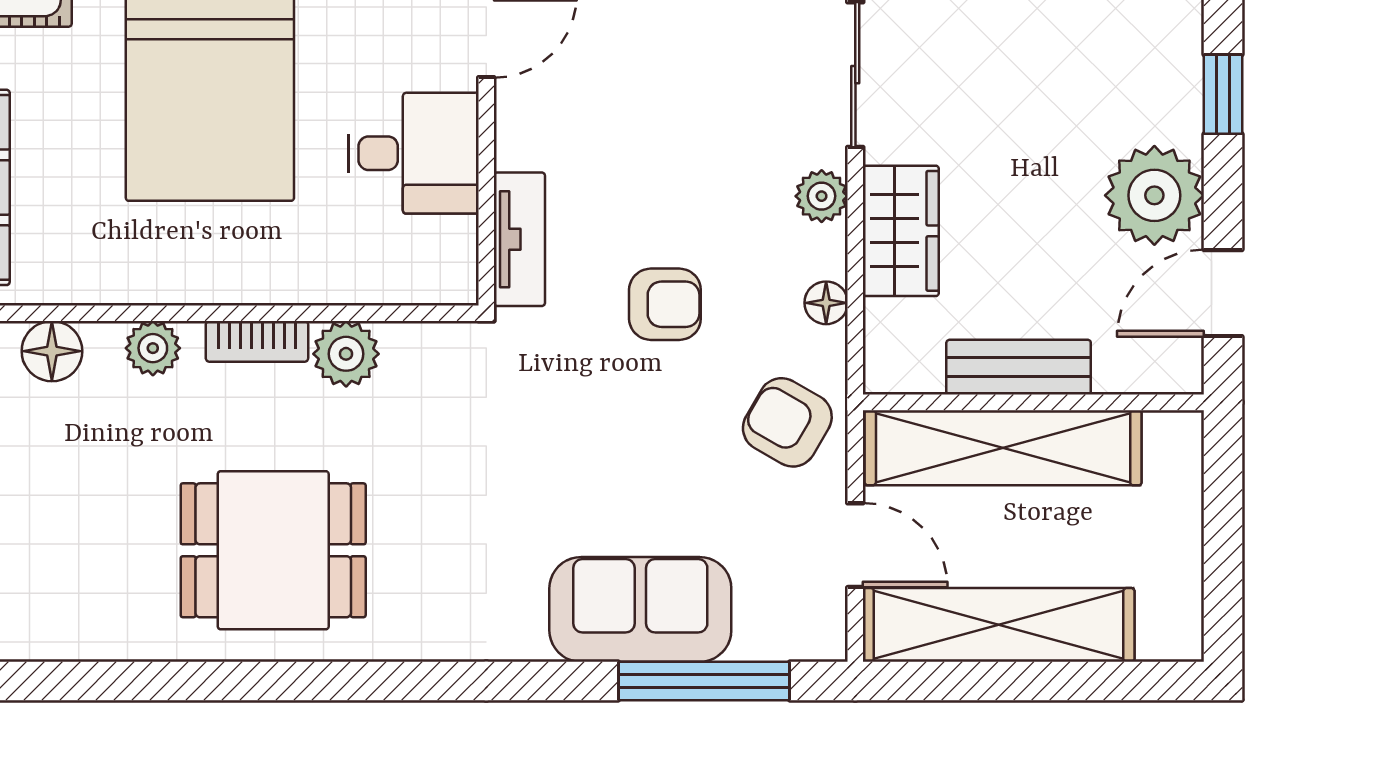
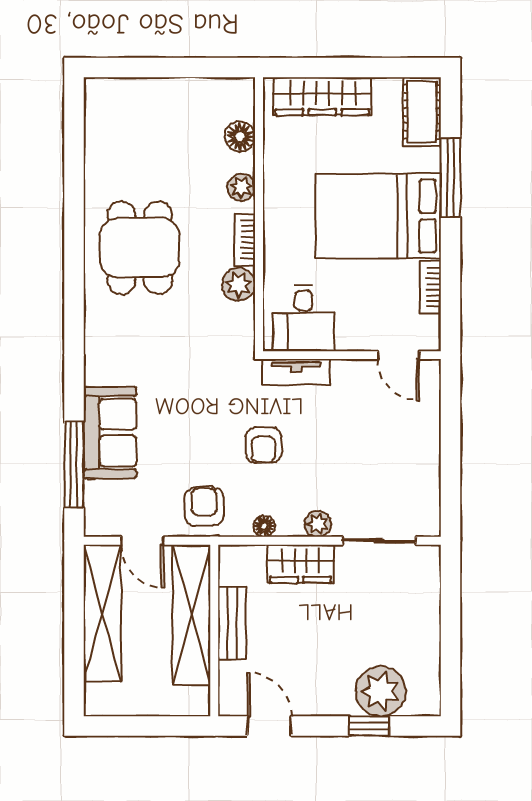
desk: (413, 153) -> (304, 318), moved
plant: (1154, 195) -> (381, 691), moved
armchair: (787, 422) -> (204, 507), turned -30
door: (855, 545) -> (142, 541), hinge flipped

